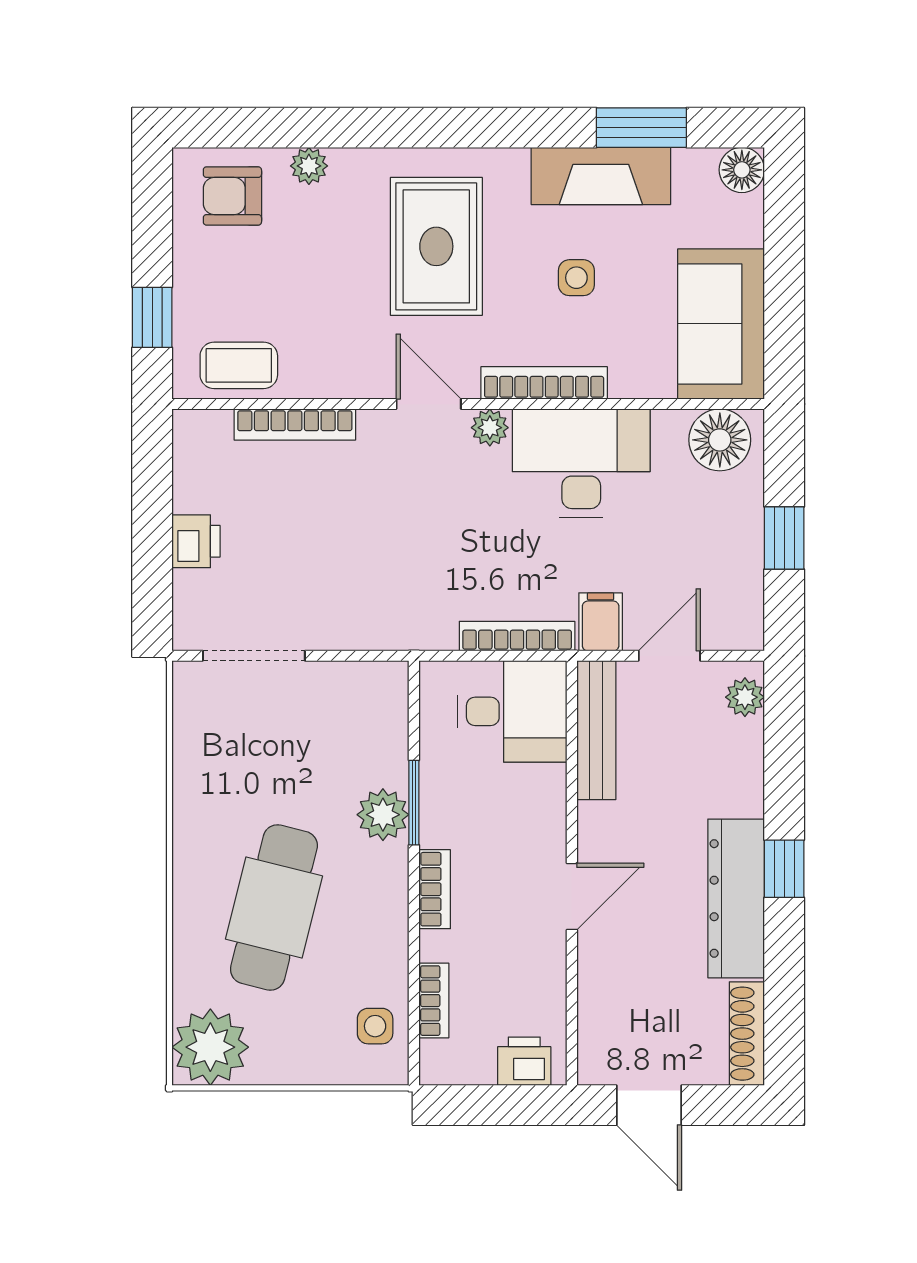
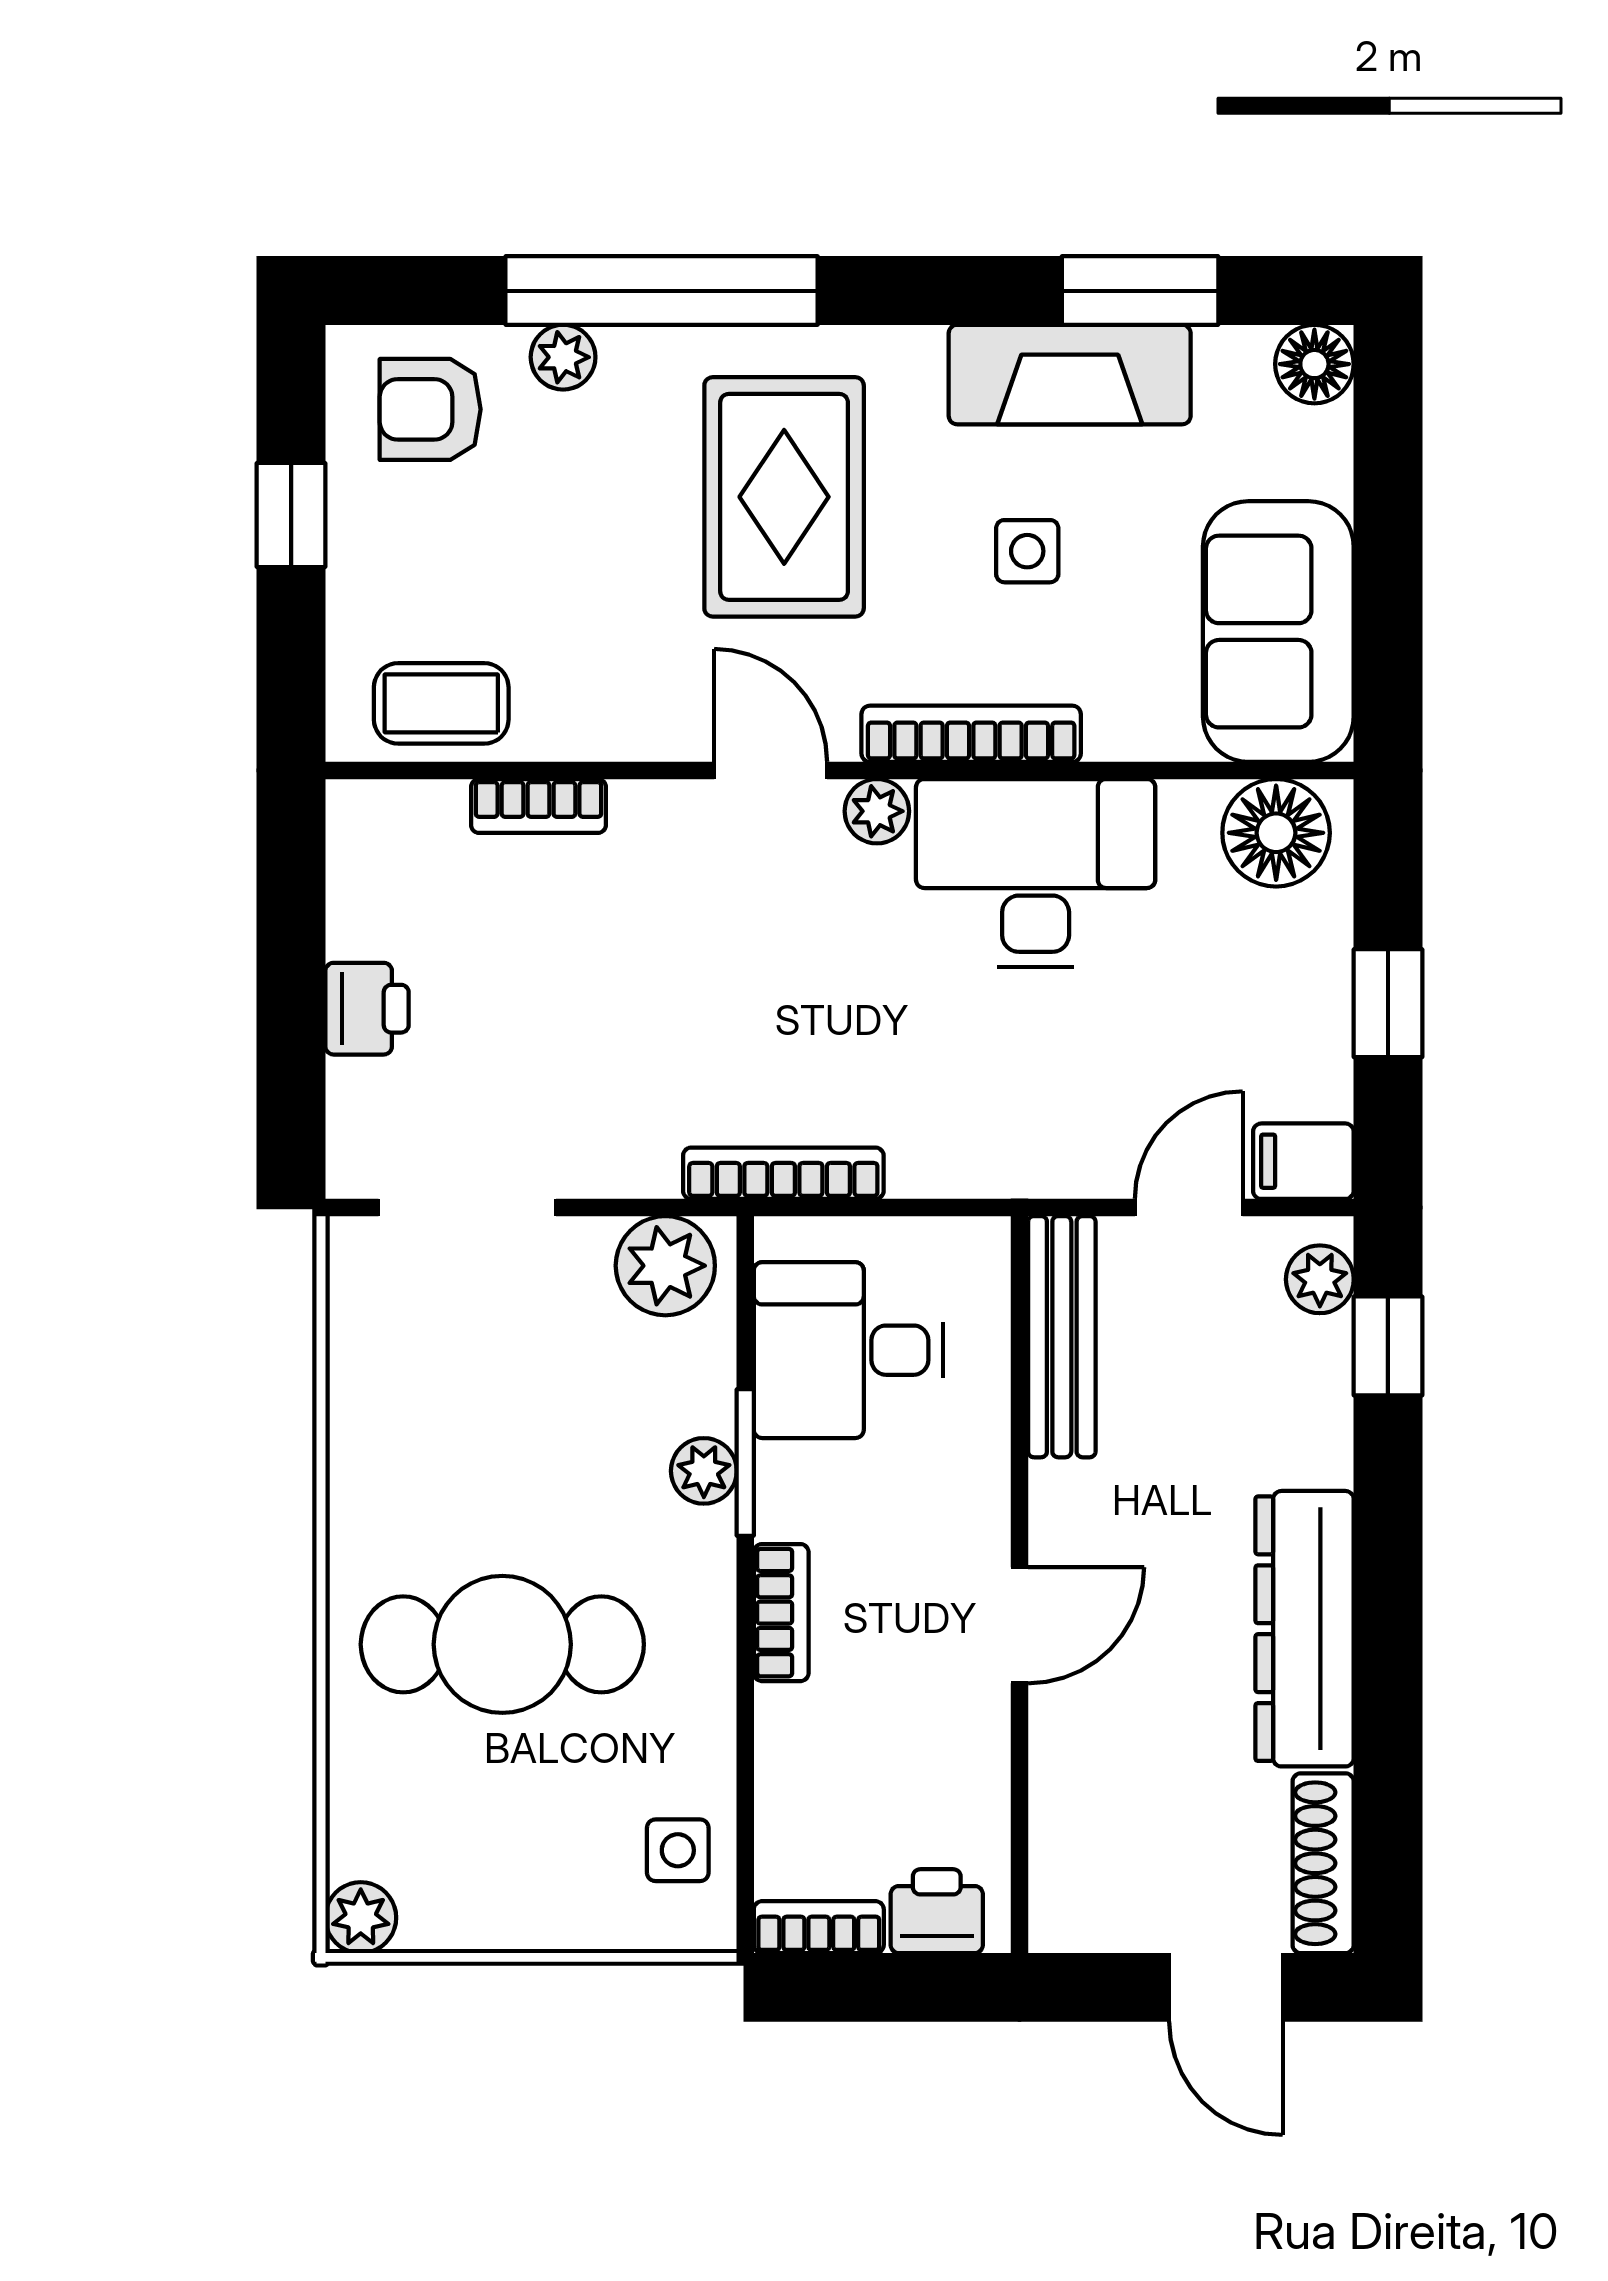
window: (366, 128) -> (662, 291), added
window: (152, 317) -> (291, 515), moved
bookcase: (295, 424) -> (538, 806), width x0.64
filing cabinet: (601, 622) -> (1303, 1161), moved, turned -90
bookcase: (517, 636) -> (783, 1173), moved
plant: (368, 689) -> (665, 1266), added
desk: (512, 711) -> (849, 1350), moved, turned 180
plant: (383, 815) -> (704, 1471), width x0.73, depth x0.73
window: (784, 869) -> (1388, 1346), moved
cafe table: (274, 907) -> (502, 1644), turned 76
bookcase: (434, 1001) -> (819, 1927), moved, turned -90
plant: (210, 1047) -> (361, 1918), width x0.53, depth x0.53
door: (649, 1105) -> (1226, 1987), moved

